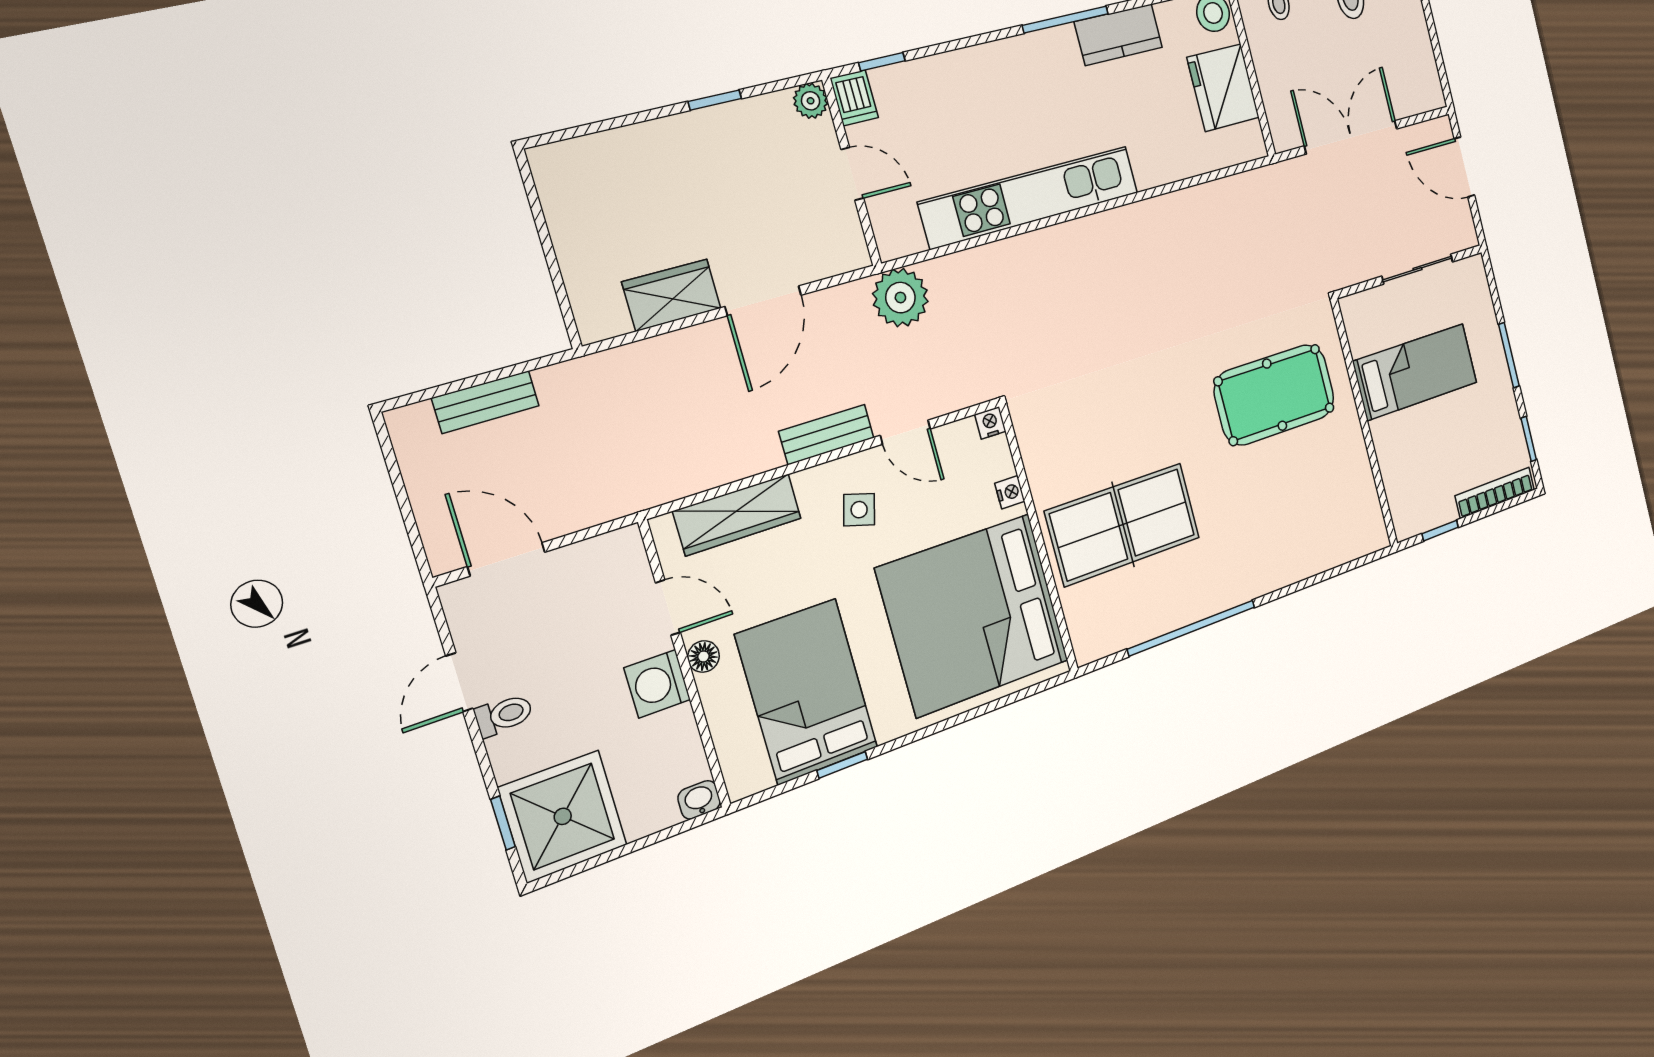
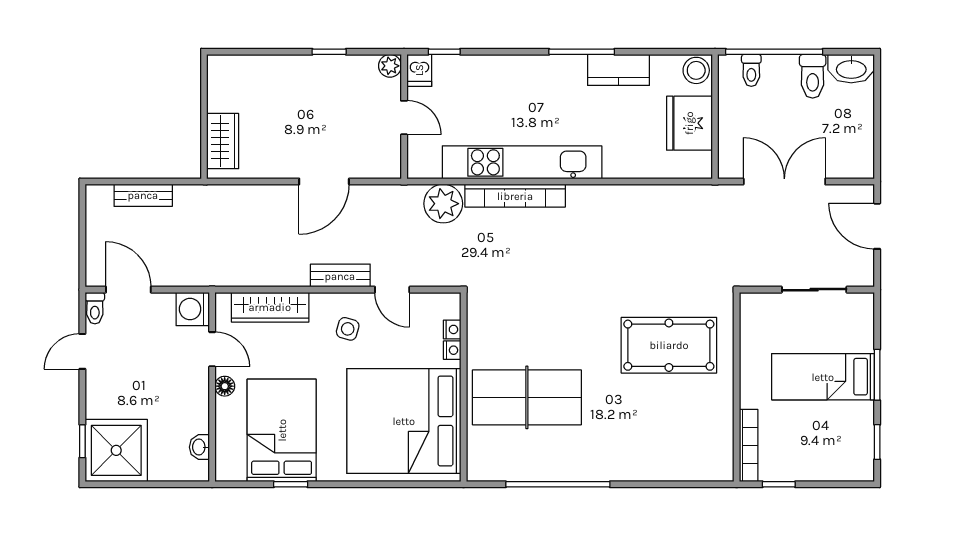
bookcase: (1033, 247) -> (515, 196), added
wardrobe: (672, 295) -> (223, 141), moved, turned 90
plant: (900, 298) -> (443, 204), moved
bed: (1415, 372) -> (823, 377), moved, turned 180
nightstand: (990, 423) -> (452, 329), moved, turned 90
bookcase: (1495, 493) -> (749, 445), moved, turned 90
washing machine: (657, 684) -> (193, 309), moved
toilet: (504, 715) -> (95, 308), moved, turned 90
washbasin: (699, 800) -> (199, 447), moved, turned -90

